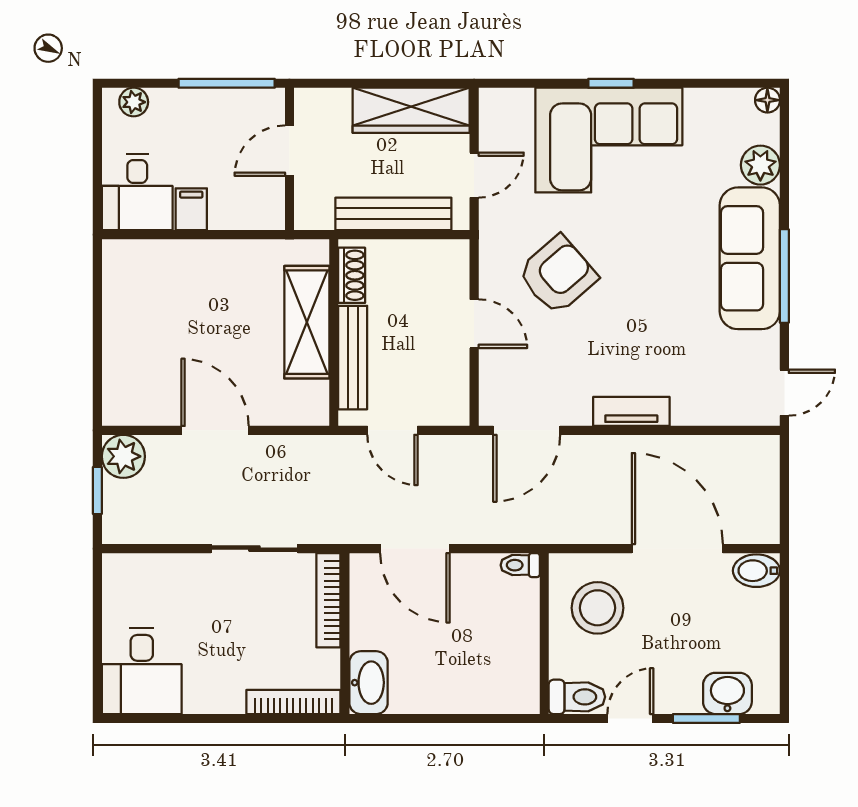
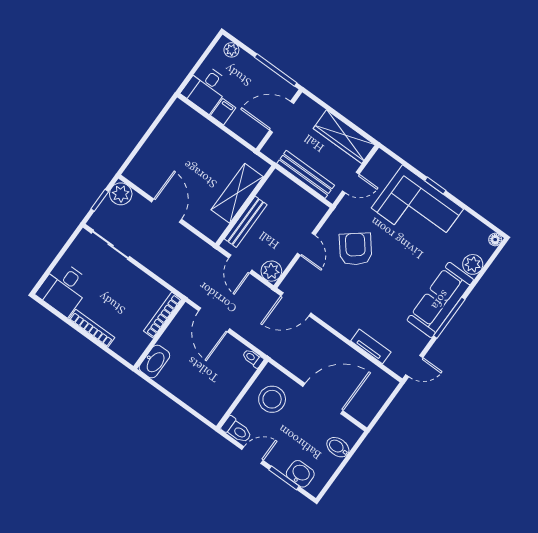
door: (289, 151) -> (282, 117), width x1.38
shoe rack: (352, 275) -> (270, 187), removed
armchair: (558, 275) -> (356, 249), turned -88
plant: (450, 406) -> (271, 271), added
tv unit: (631, 411) -> (371, 346), moved
sliding door: (254, 549) -> (110, 245), moved
door: (677, 549) -> (323, 399), hinge flipped
bidet: (756, 571) -> (338, 447), moved
bookcase: (293, 702) -> (92, 328), moved

